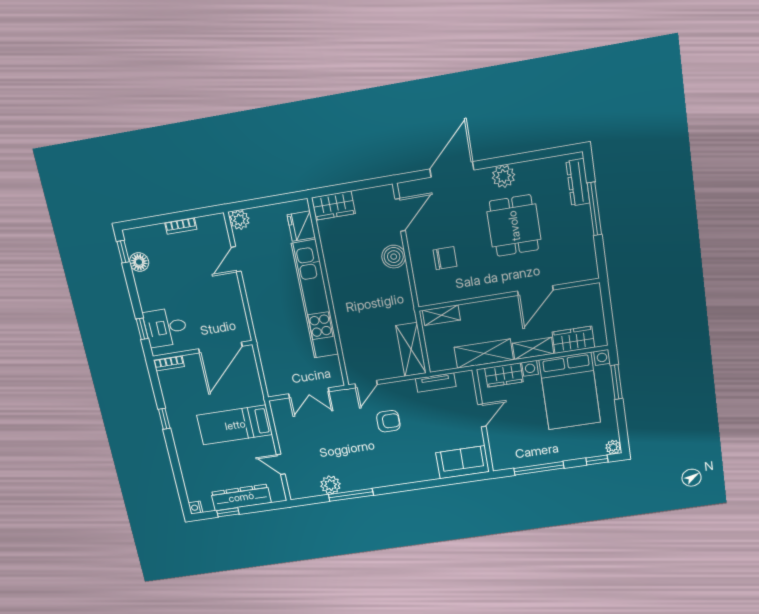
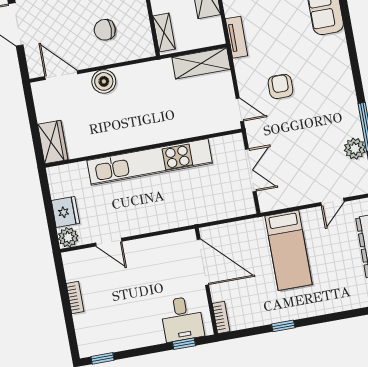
fridge: (301, 226) -> (65, 212), moved, turned -90
chair: (445, 258) -> (105, 30), turned -90
floor lamp: (139, 262) -> (113, 343), removed

